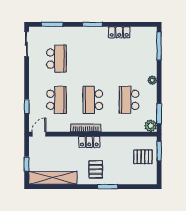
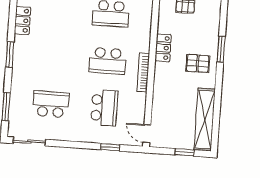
school desk: (56, 100) -> (104, 108), turned 90
locker: (89, 142) -> (163, 48), moved

